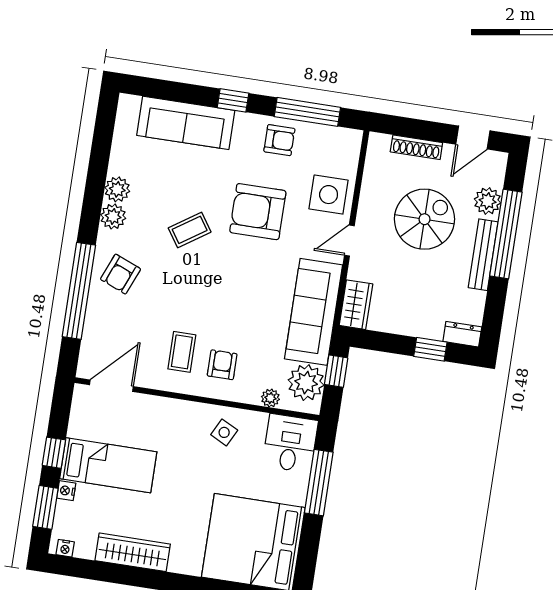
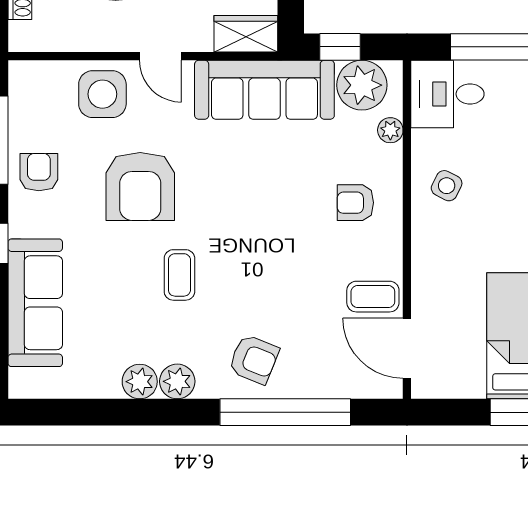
coffee table: (190, 230) -> (179, 275), turned 34
coffee table: (182, 352) -> (373, 297), moved

